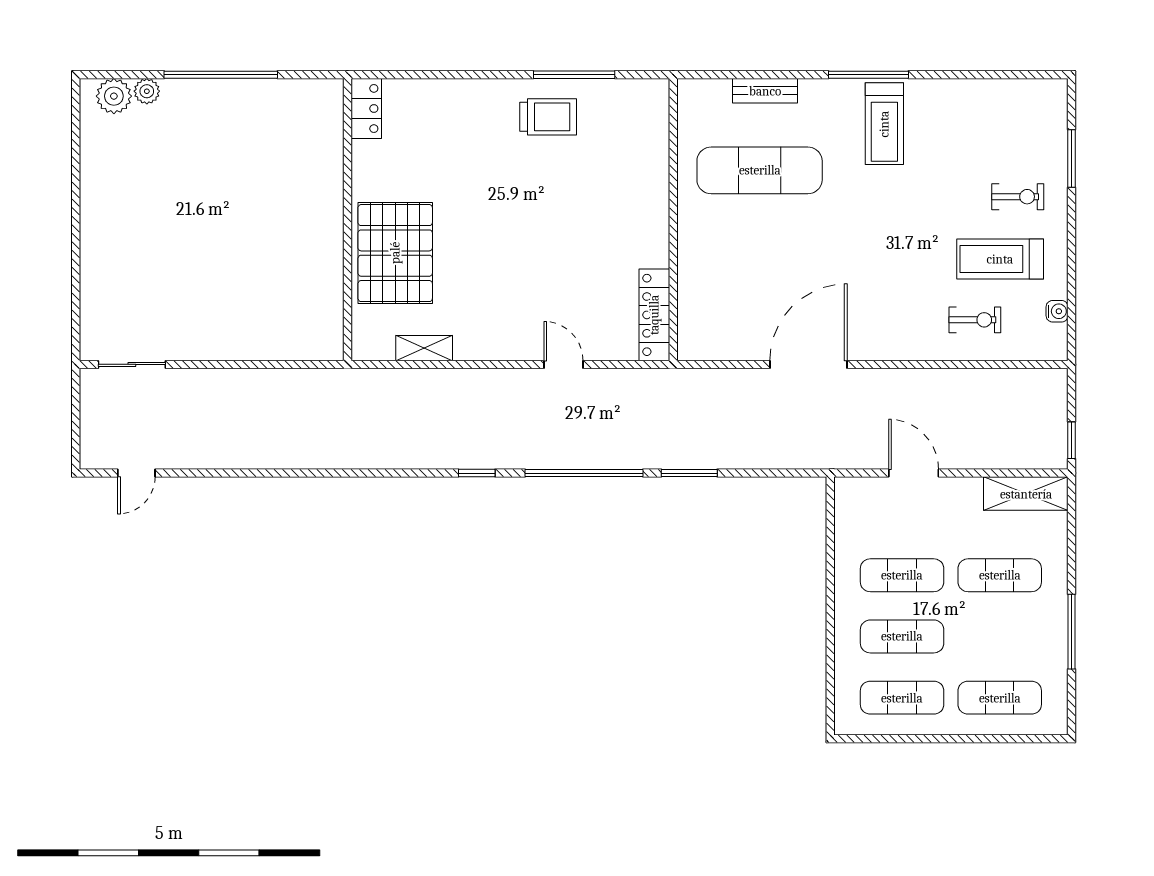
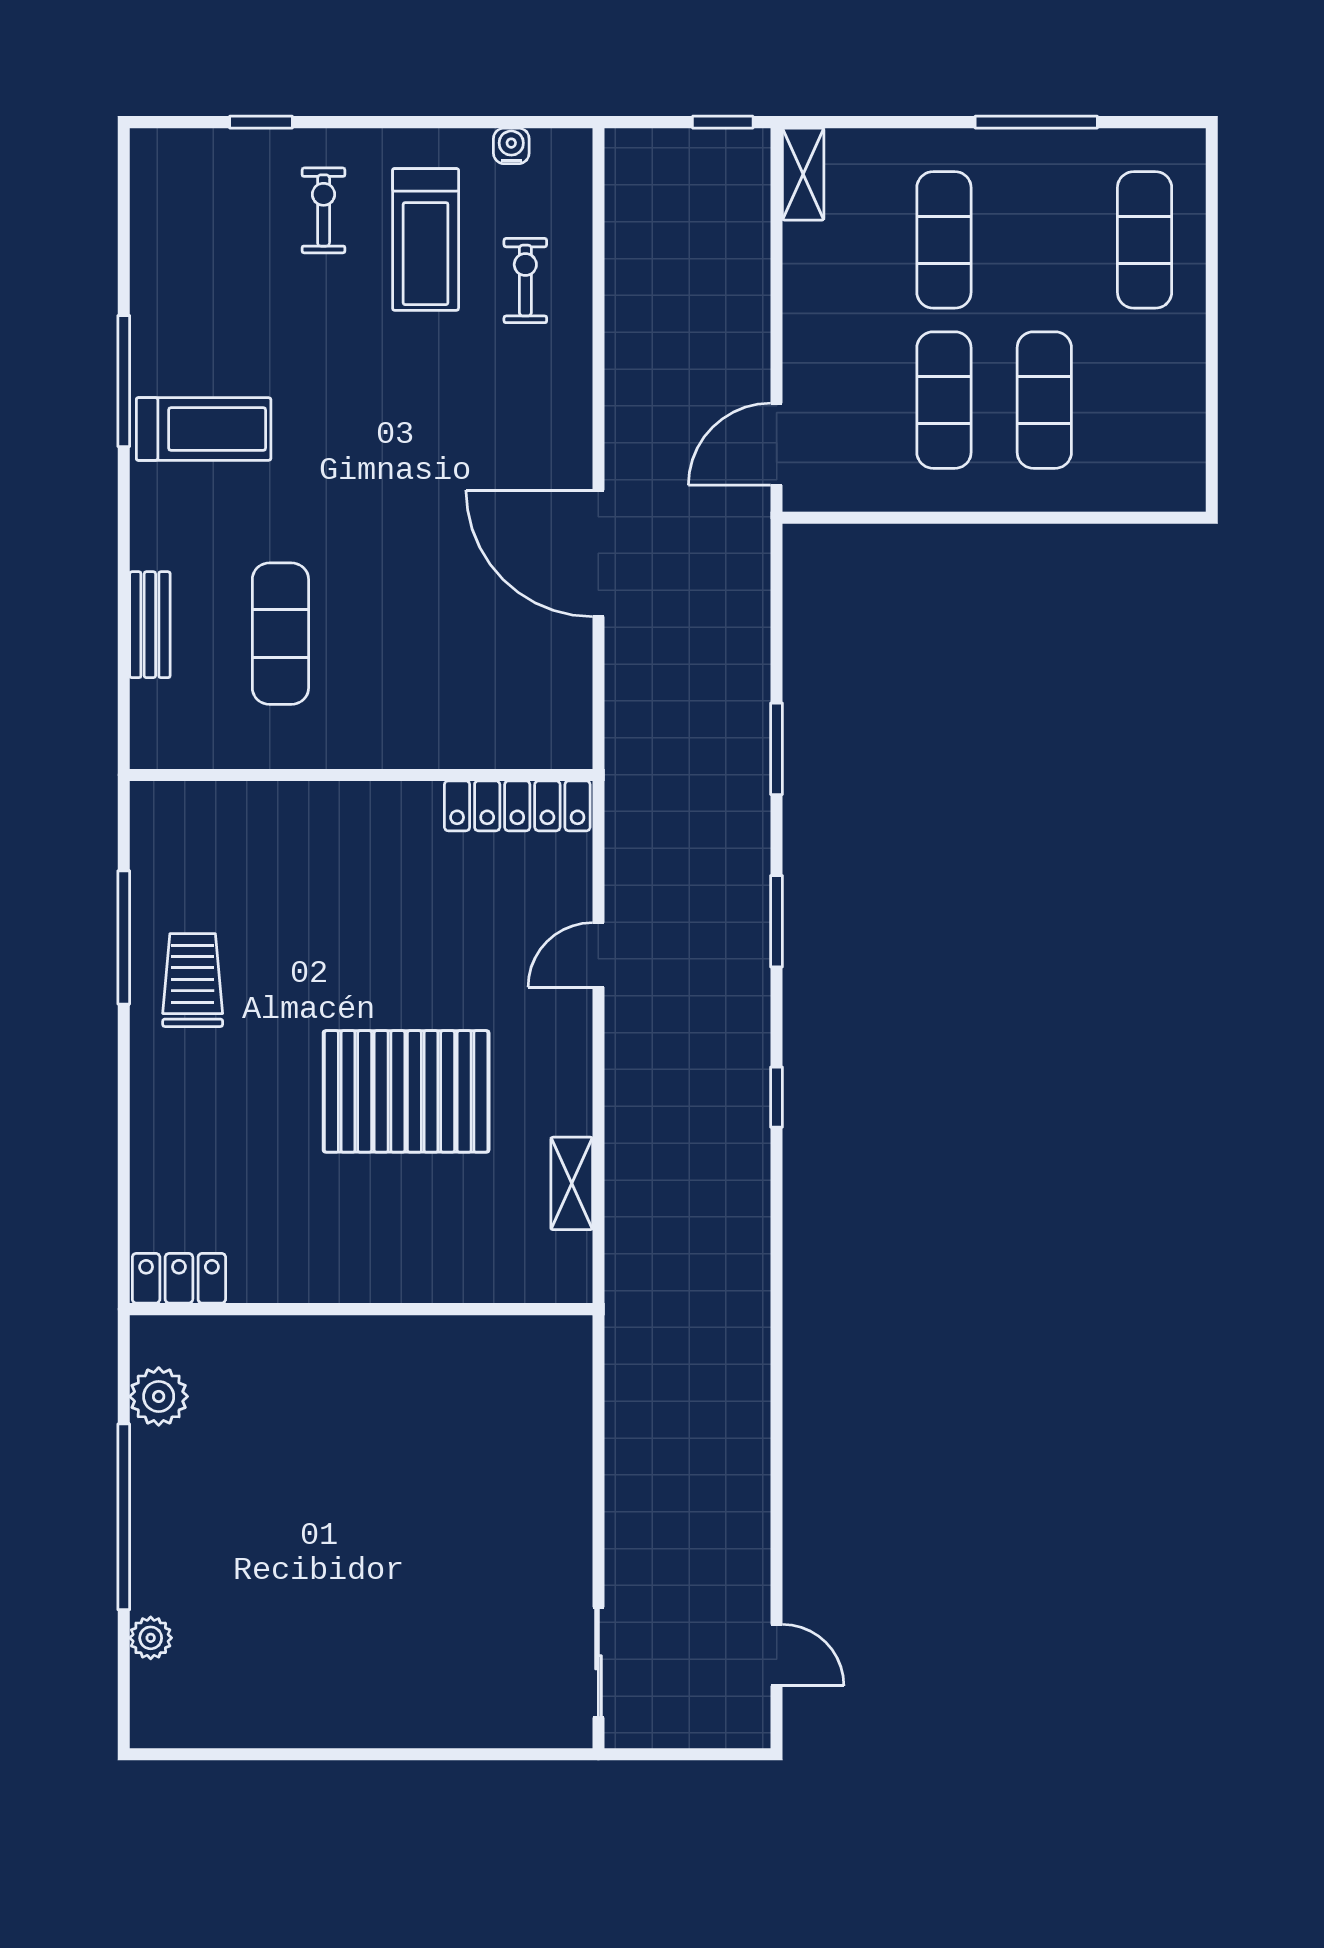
window: (869, 75) -> (124, 381), moved
plant: (114, 96) -> (159, 1396), moved
window: (1072, 159) -> (261, 122), width x0.67
exercise mat: (760, 170) -> (280, 634), width x0.73, depth x0.69
pallet: (395, 253) -> (406, 1091), moved
window: (584, 473) -> (777, 921), width x0.47
door: (914, 473) -> (777, 444), moved
shelving: (1026, 494) -> (803, 174), width x0.67, depth x0.75
exercise mat: (902, 698) -> (1145, 400), removed

